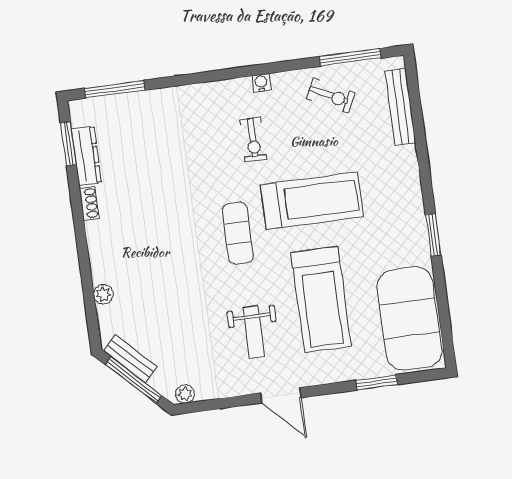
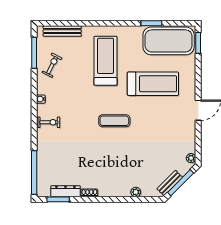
window: (115, 89) -> (34, 173), width x1.46
exercise bike: (253, 140) -> (49, 122), moved
treadmill: (312, 201) -> (106, 61), moved
window: (433, 235) -> (151, 23), moved
weight bench: (254, 332) -> (165, 120), removed
window: (377, 382) -> (198, 43), moved

